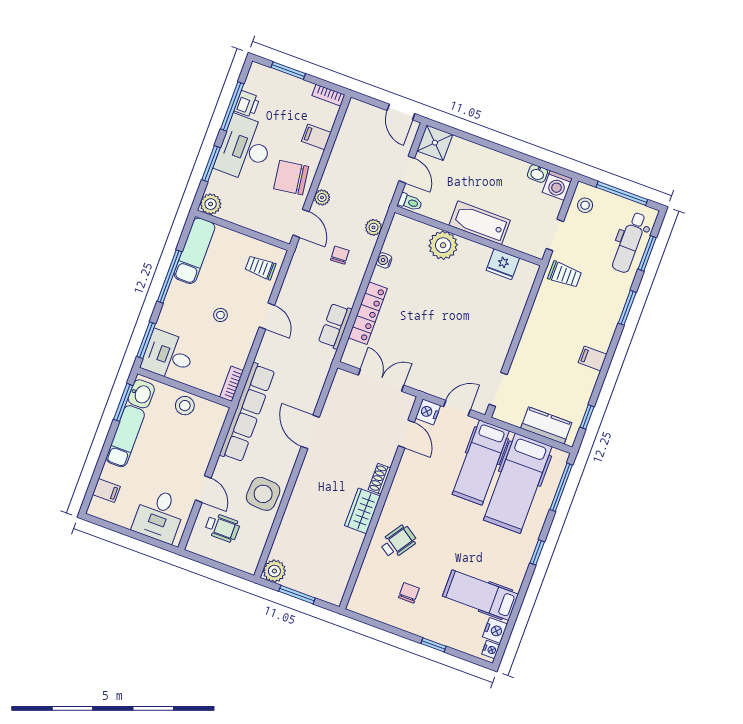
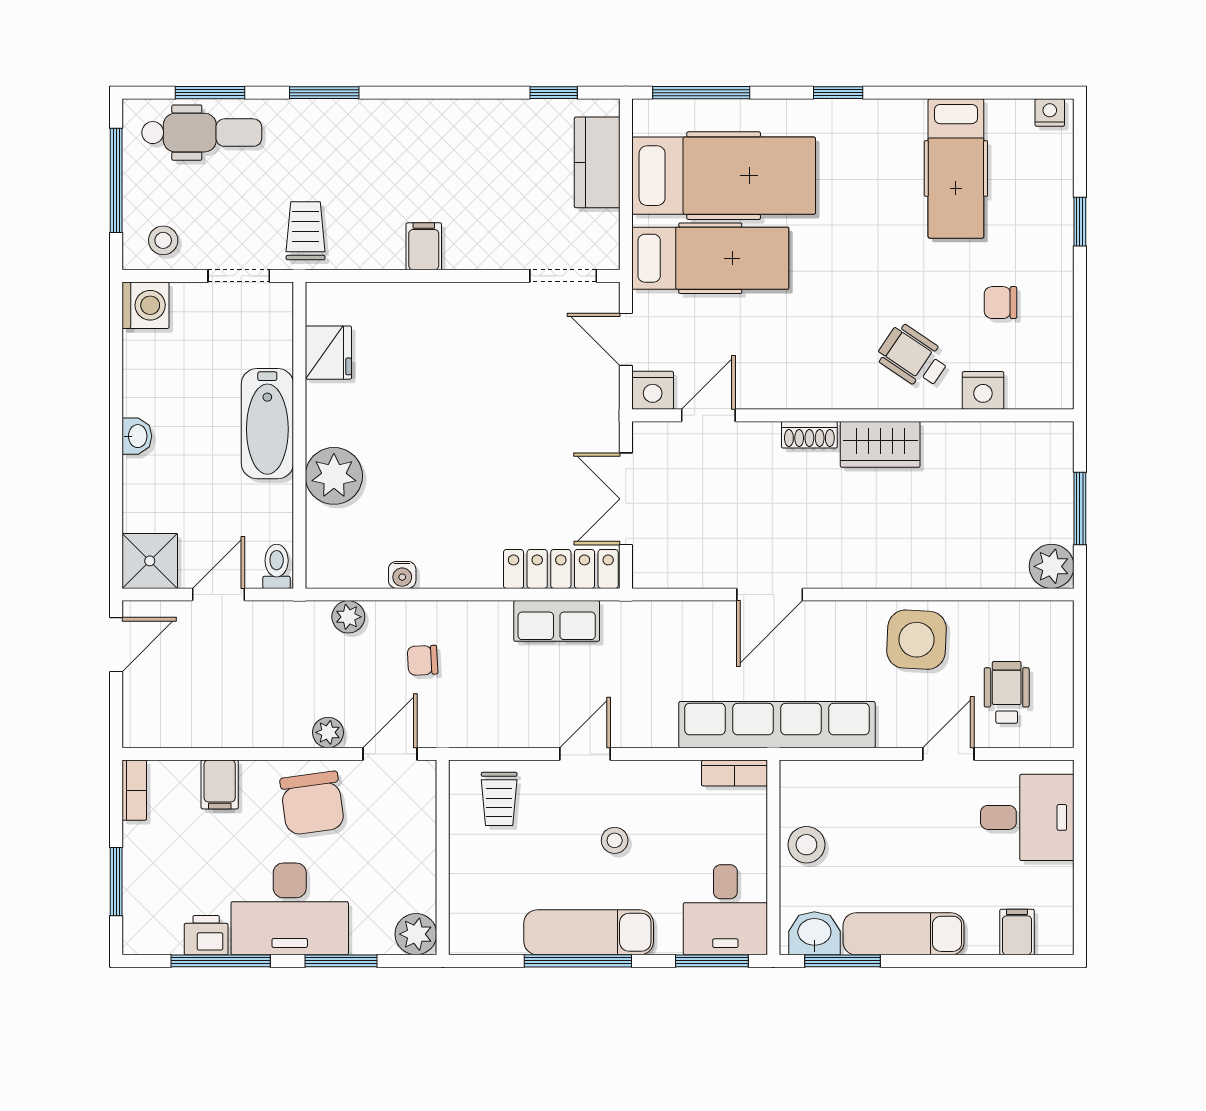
washbasin: (538, 173) -> (137, 436), moved
exam couch: (194, 251) -> (589, 932), moved
locker: (368, 313) -> (561, 569), moved
filing cabinet: (593, 358) -> (424, 246), moved, turned 180
nightstand: (495, 630) -> (983, 390), moved, turned 180

